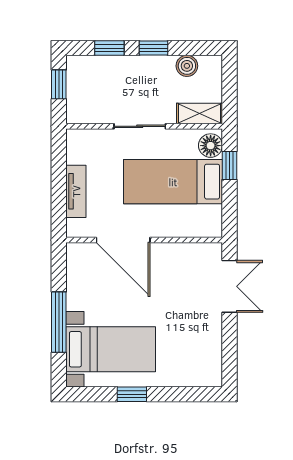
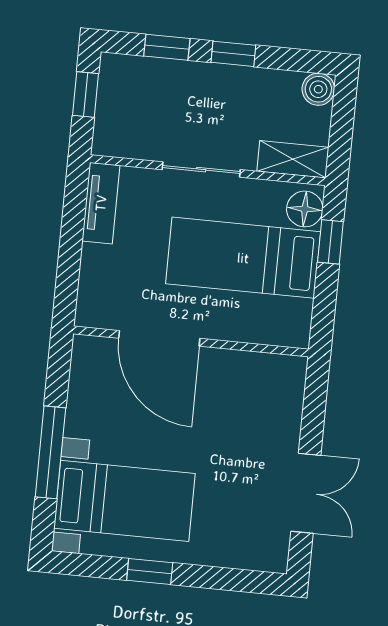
boiler: (187, 66) -> (318, 89), moved
tv unit: (76, 191) -> (101, 203), moved
double door: (230, 286) -> (306, 493), moved

